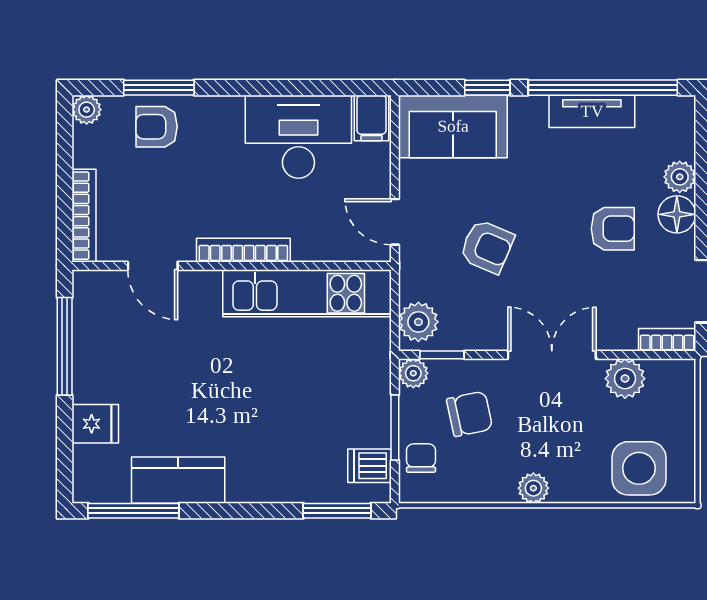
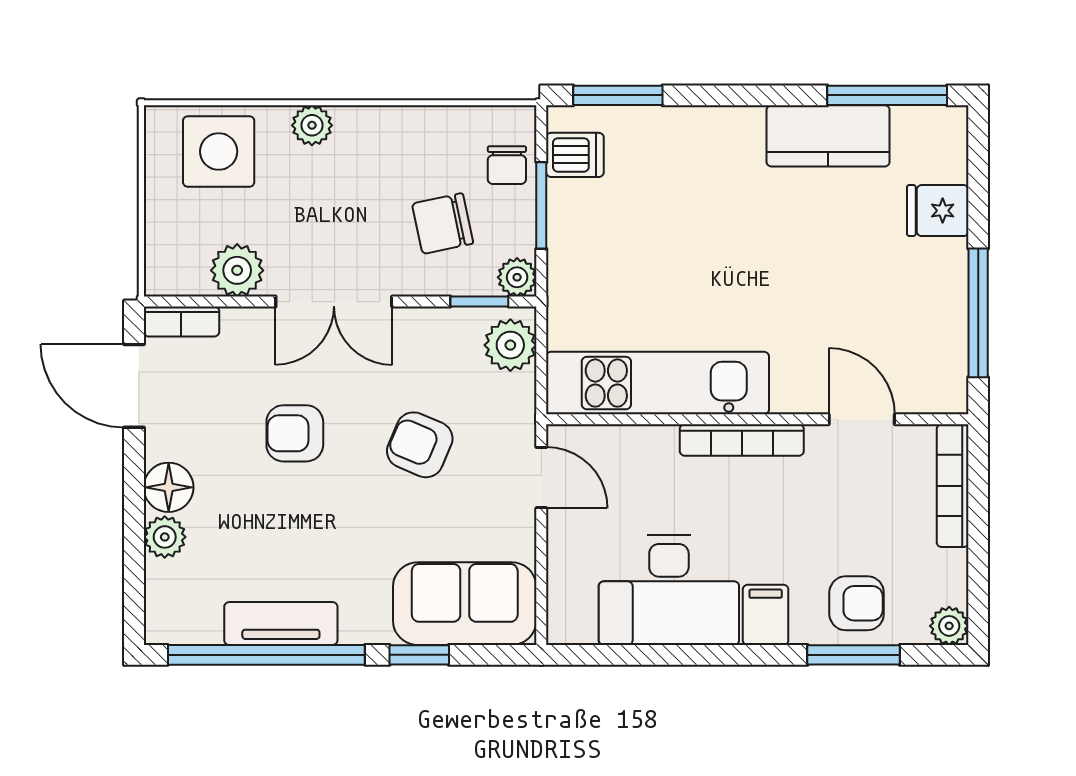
filing cabinet: (372, 118) -> (766, 615), moved
armchair: (613, 229) -> (295, 433), moved
plant: (533, 488) -> (312, 125), moved

